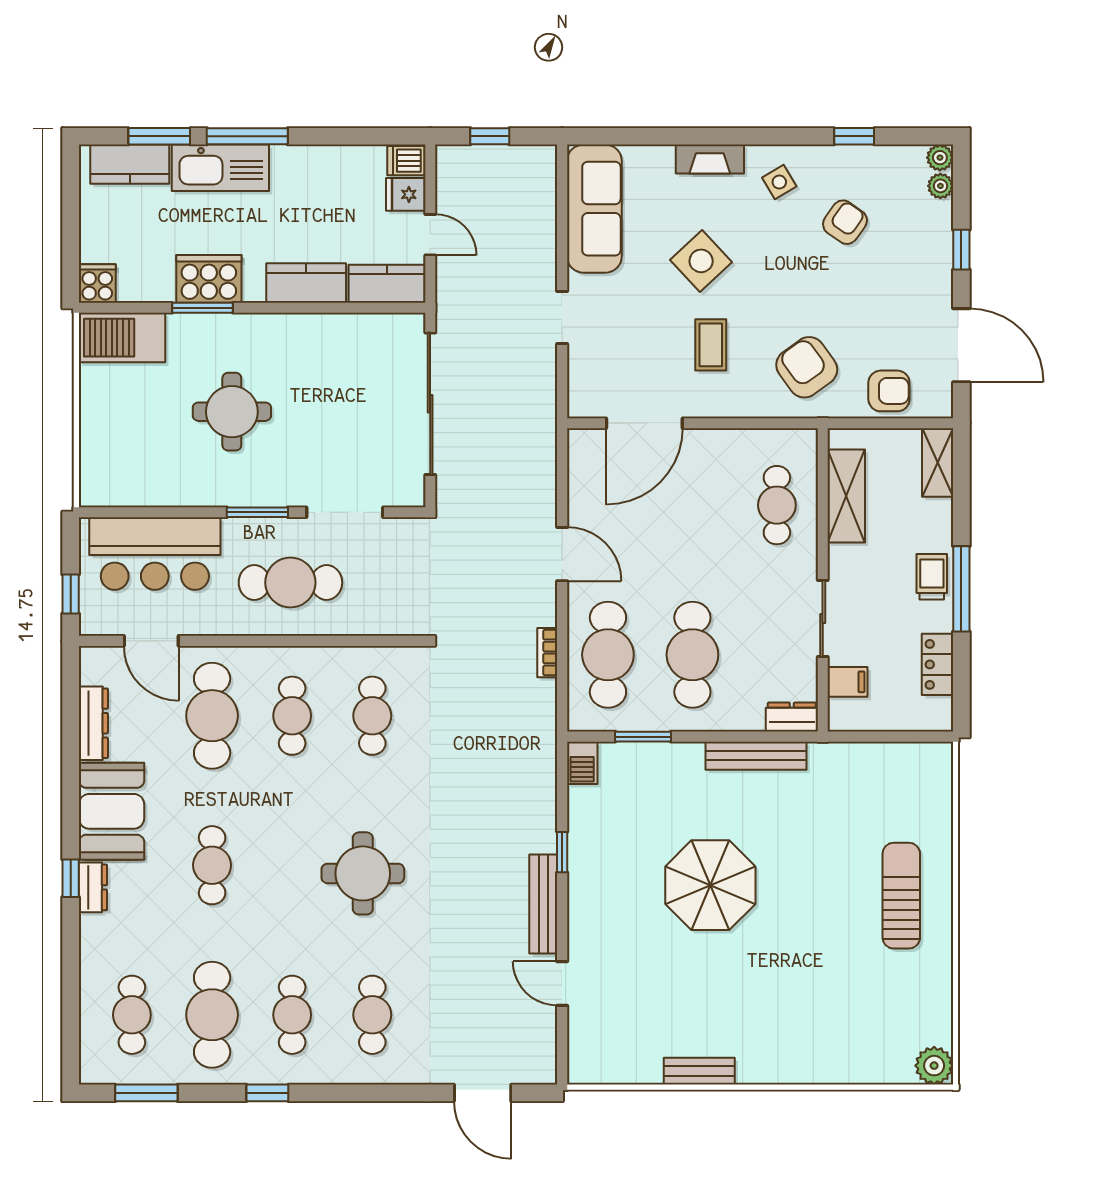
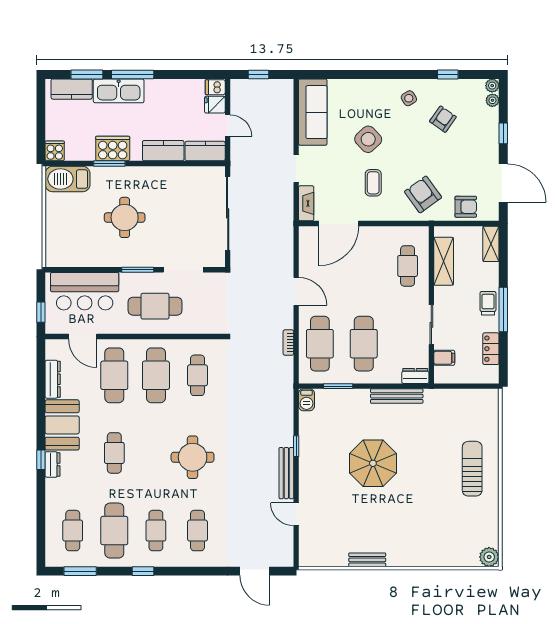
fireplace: (710, 159) -> (306, 203), moved, turned -90
cafe table: (292, 716) -> (156, 375), width x1.37, depth x1.35

